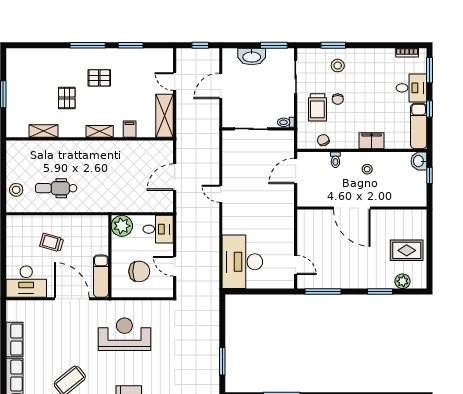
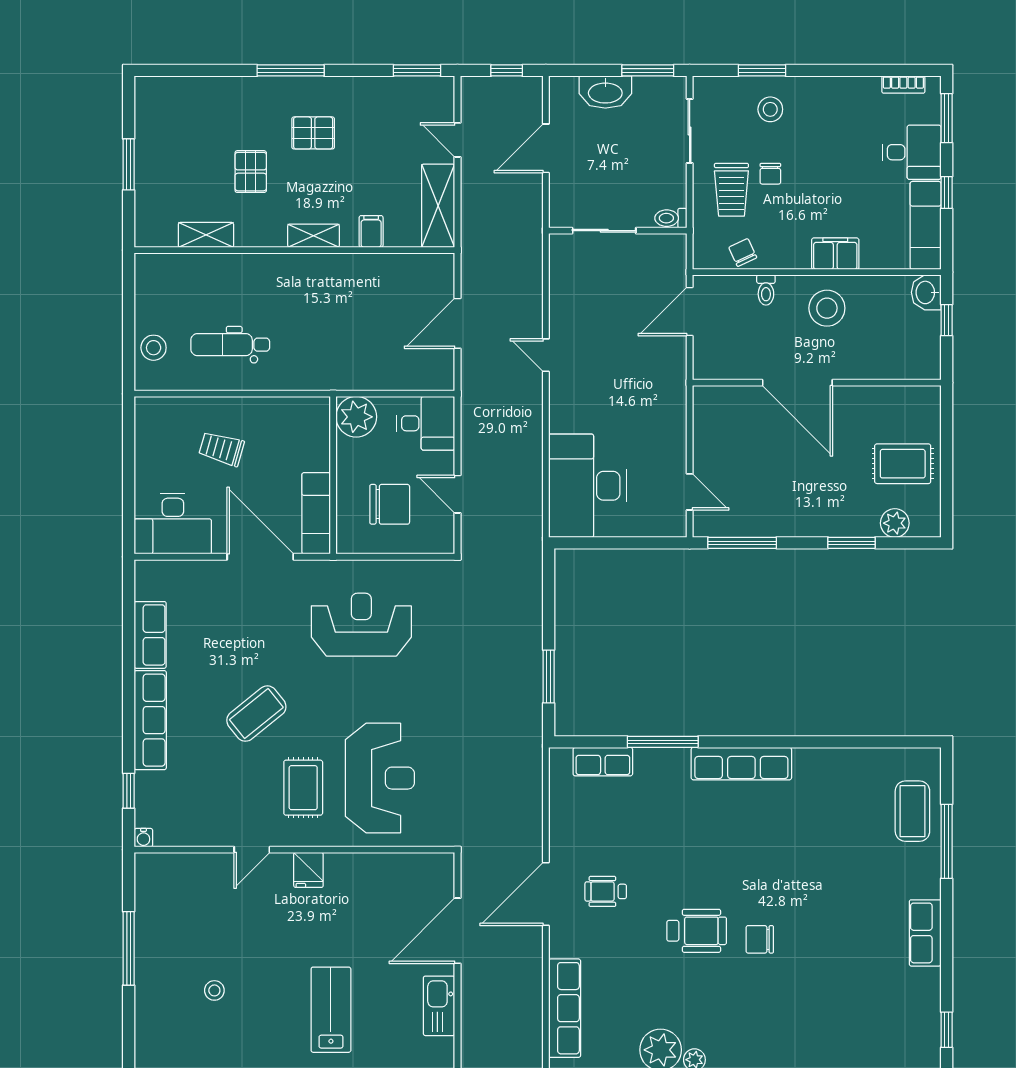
window: (131, 45) -> (417, 70), moved
stool: (367, 169) -> (827, 308), width x1.89, depth x1.89

